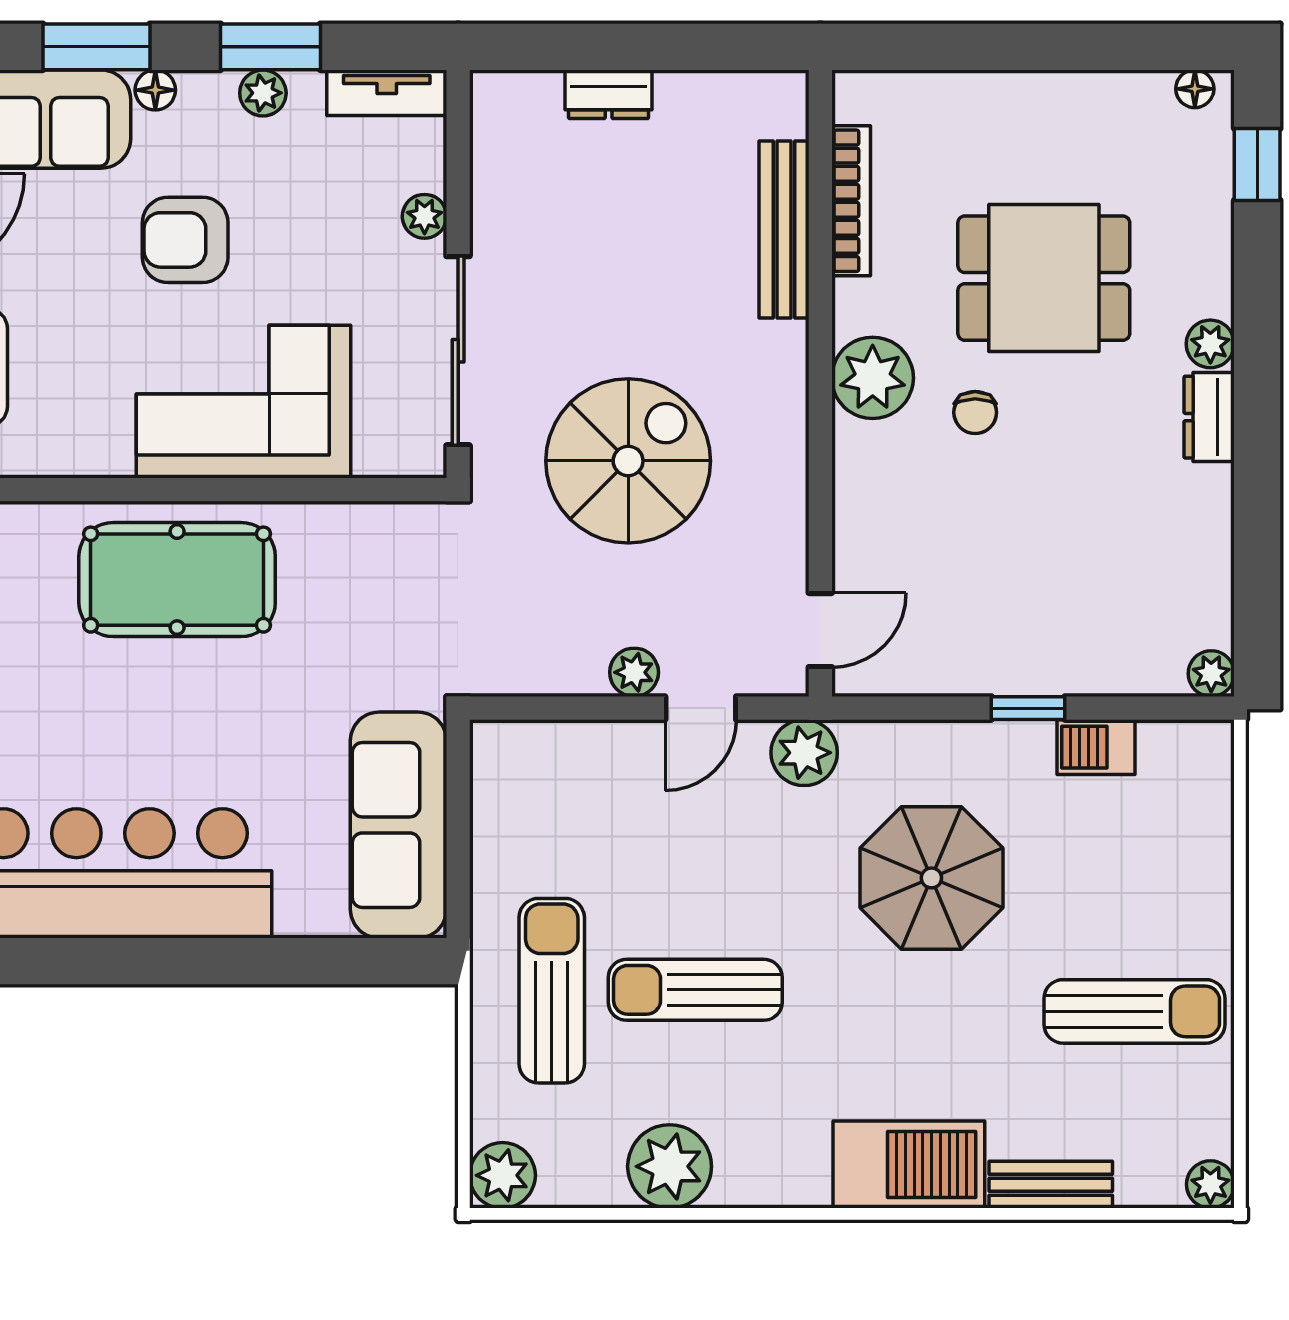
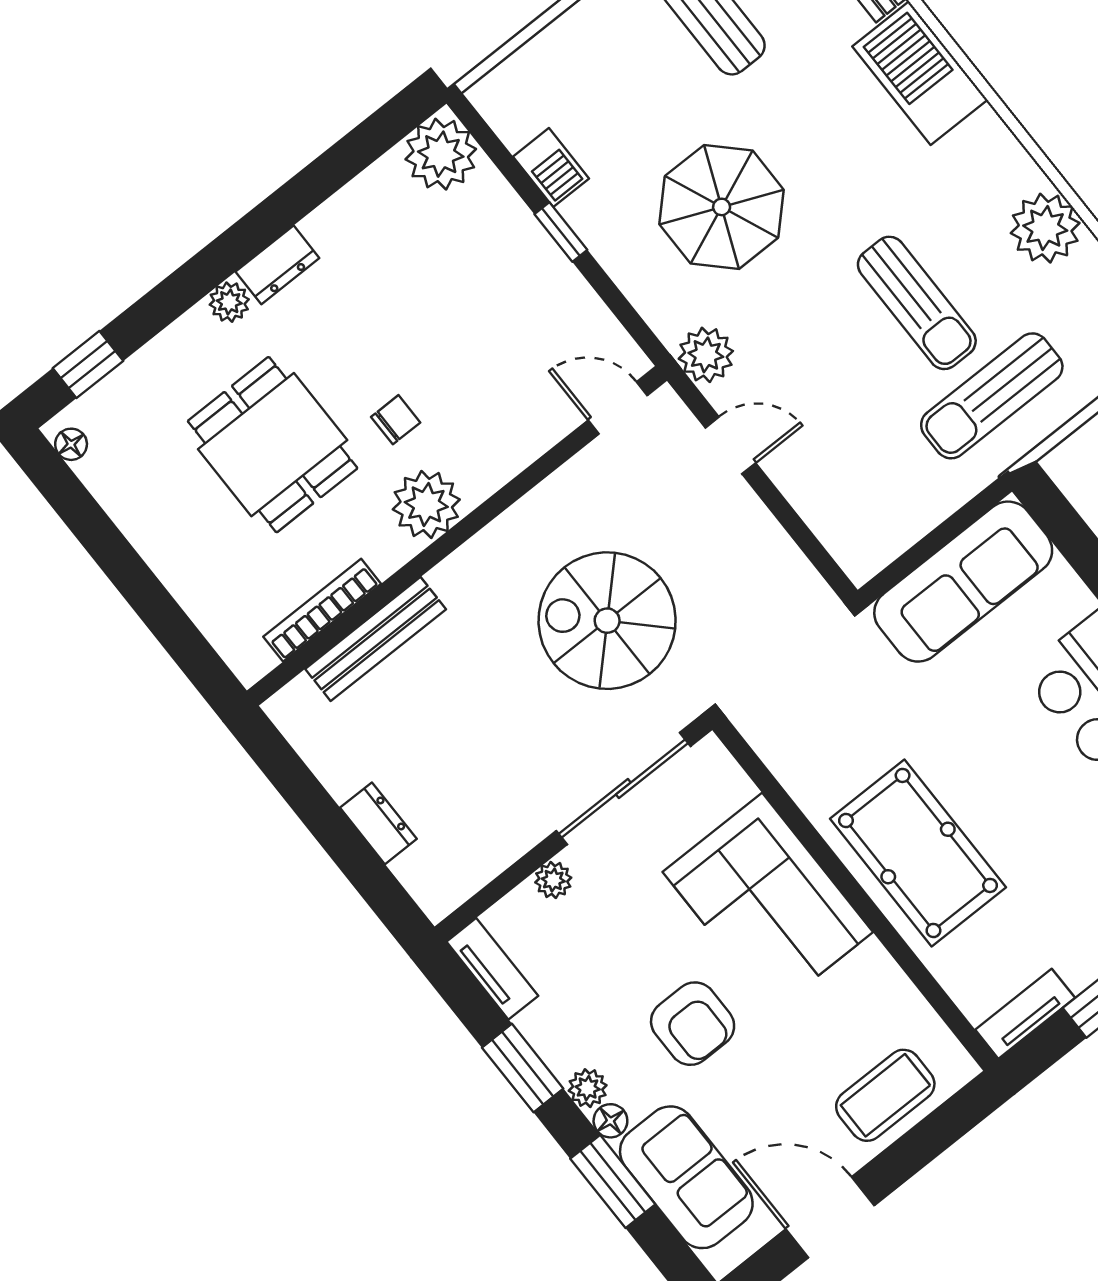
plant: (263, 93) -> (588, 1088), moved
plant: (634, 672) -> (742, 507), removed
plant: (1211, 674) -> (441, 154), width x1.88, depth x1.88

